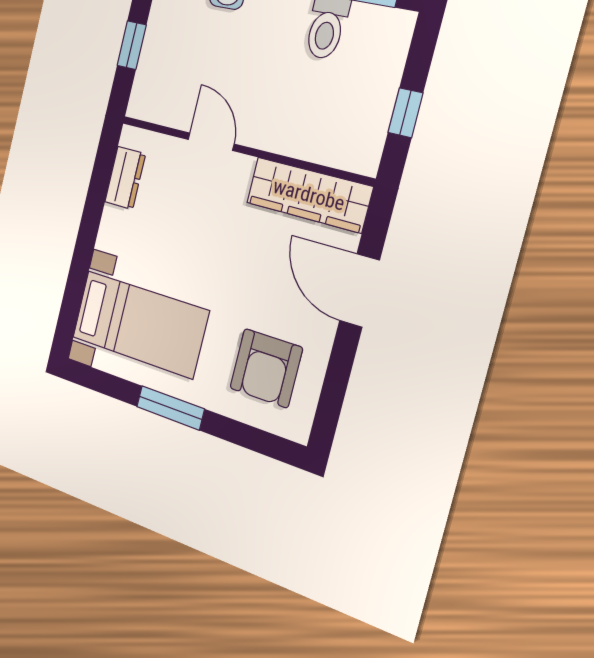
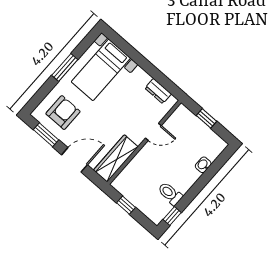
armchair: (266, 368) -> (63, 113), turned 90
window: (335, 387) -> (46, 135), added

